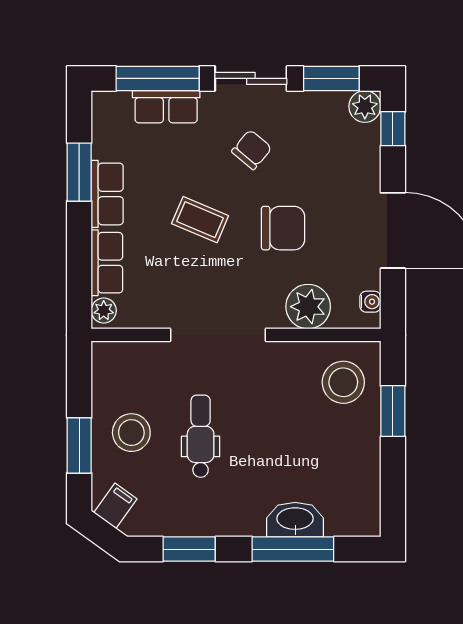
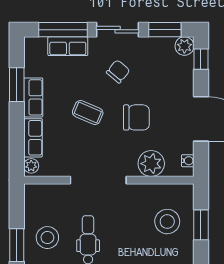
stool: (343, 382) -> (167, 222), moved

